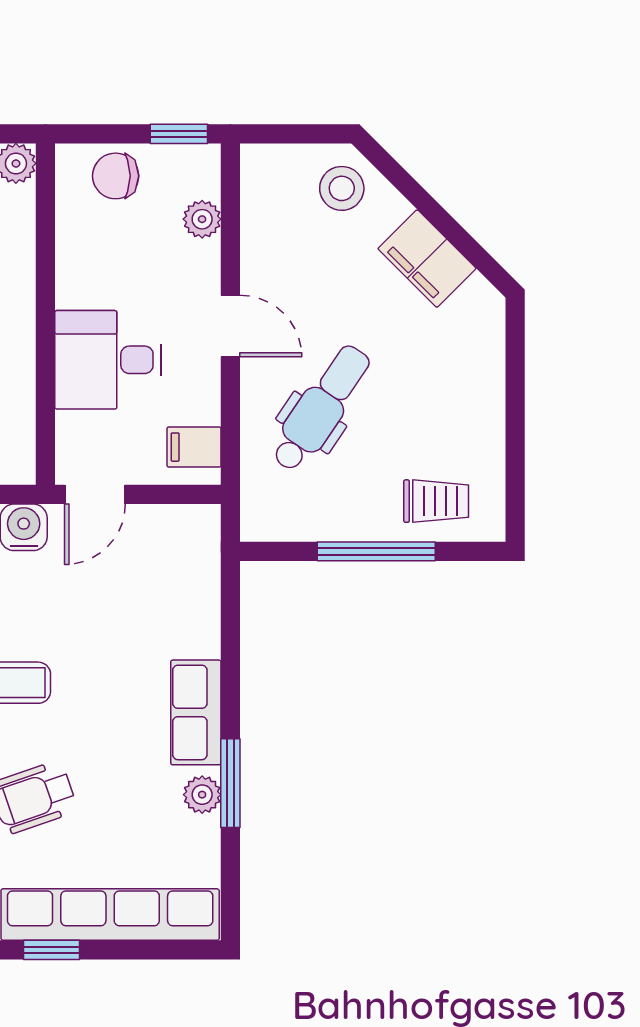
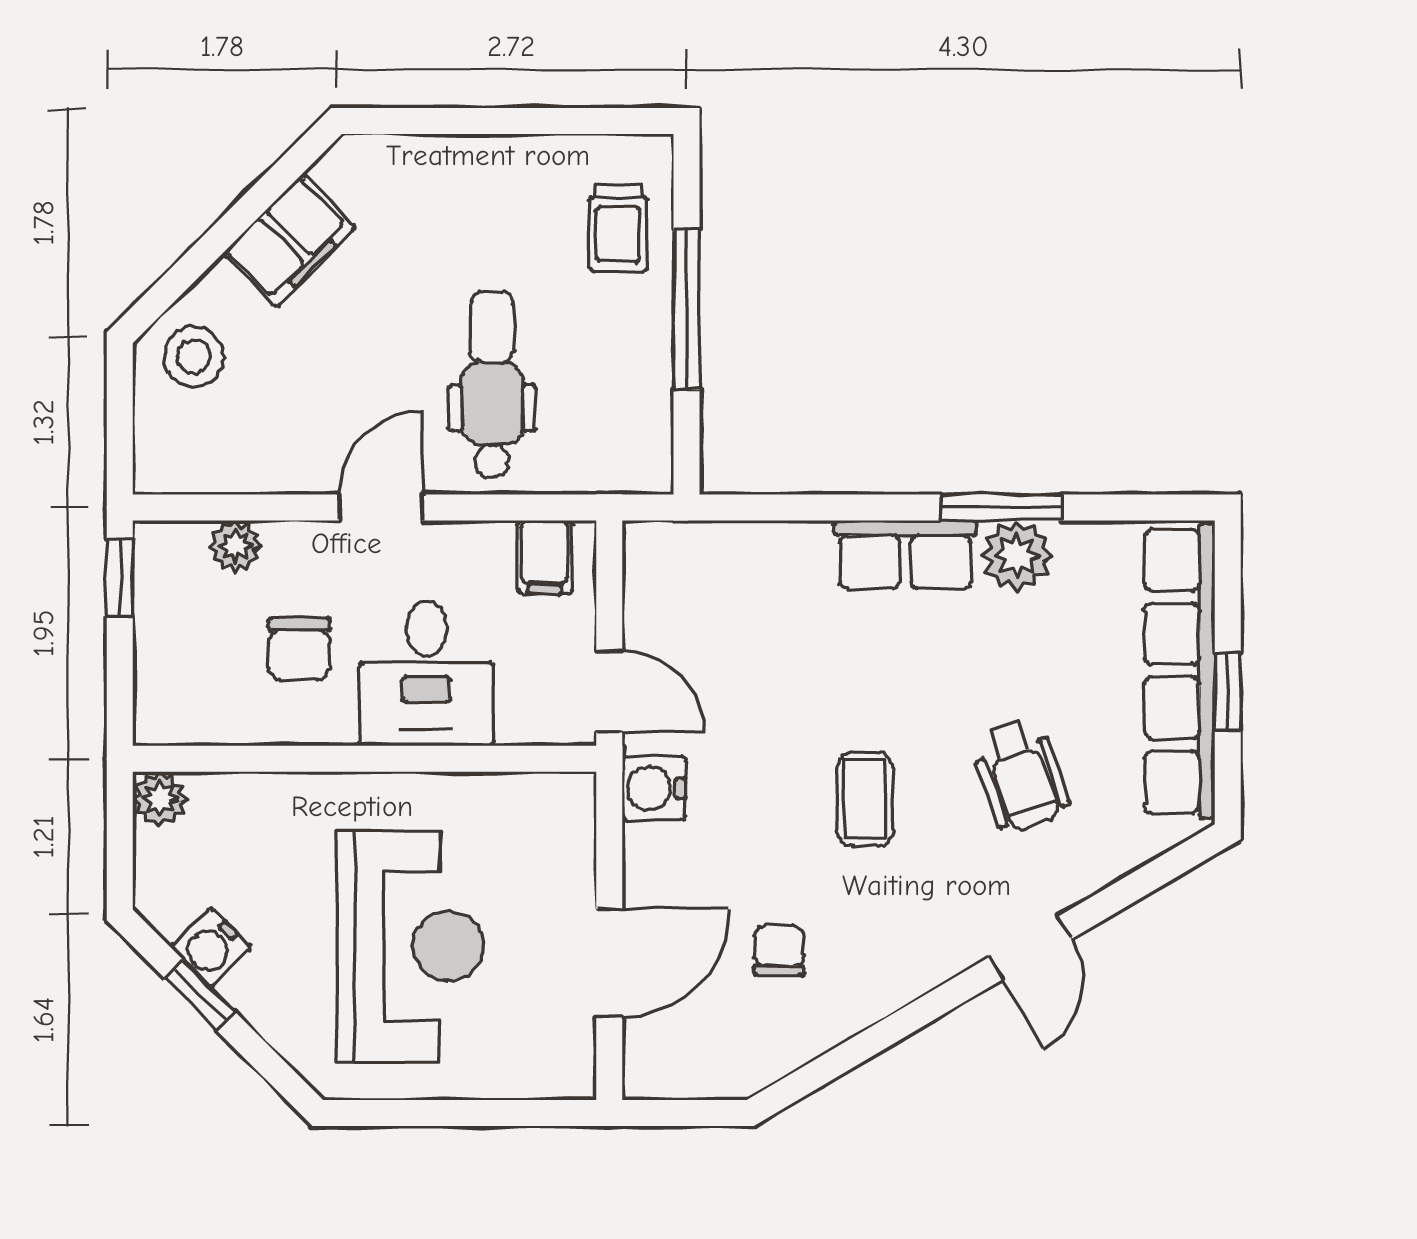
chair: (116, 176) -> (299, 649), moved
dental chair: (321, 408) -> (492, 385), turned 56
trolley: (436, 501) -> (618, 228), turned 180
plant: (202, 795) -> (1017, 556), width x1.38, depth x1.38
window: (52, 950) -> (1228, 692), moved

